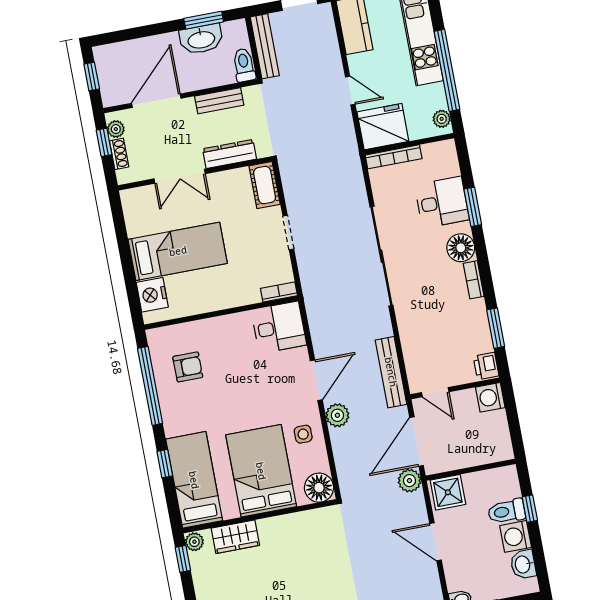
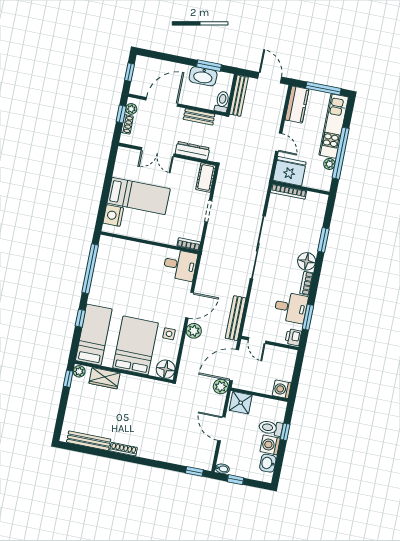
plant: (442, 119) -> (329, 164), moved
desk: (442, 202) -> (291, 308), moved
armchair: (188, 367) -> (117, 267), removed
washing machine: (490, 397) -> (282, 389), moved

